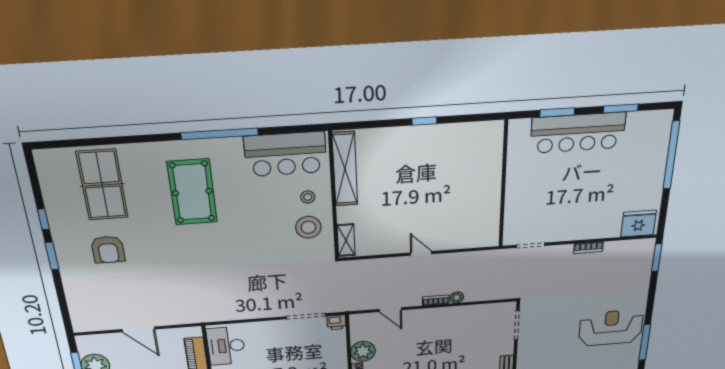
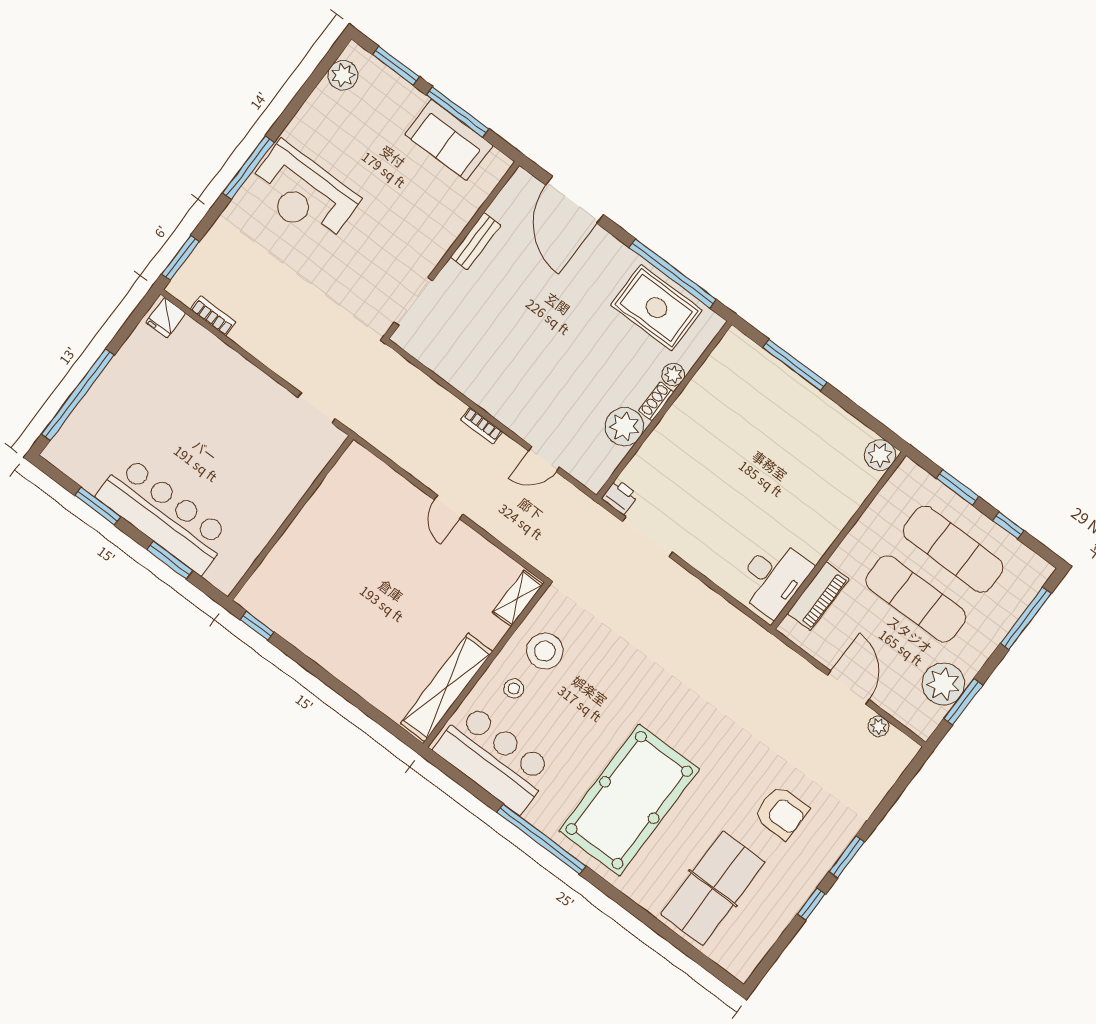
window: (424, 121) -> (257, 626), moved
pool table: (192, 192) -> (629, 800), width x1.36, depth x1.32
fridge: (639, 224) -> (166, 318), width x0.53, depth x0.75
bookcase: (588, 248) -> (213, 316), moved
armchair: (108, 250) -> (781, 812), turned 90
plant: (457, 297) -> (879, 726), moved
door: (390, 310) -> (544, 459), swing flipped
window: (645, 342) -> (248, 167), moved

